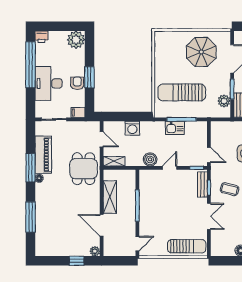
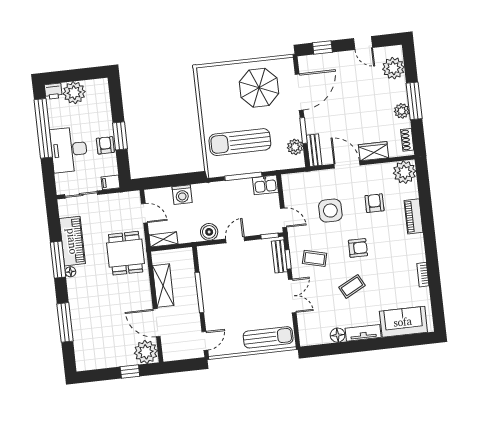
plant: (76, 40) -> (74, 93), moved
kitchen sink: (175, 128) -> (265, 185), moved
plant: (95, 251) -> (146, 352), width x1.88, depth x1.88

